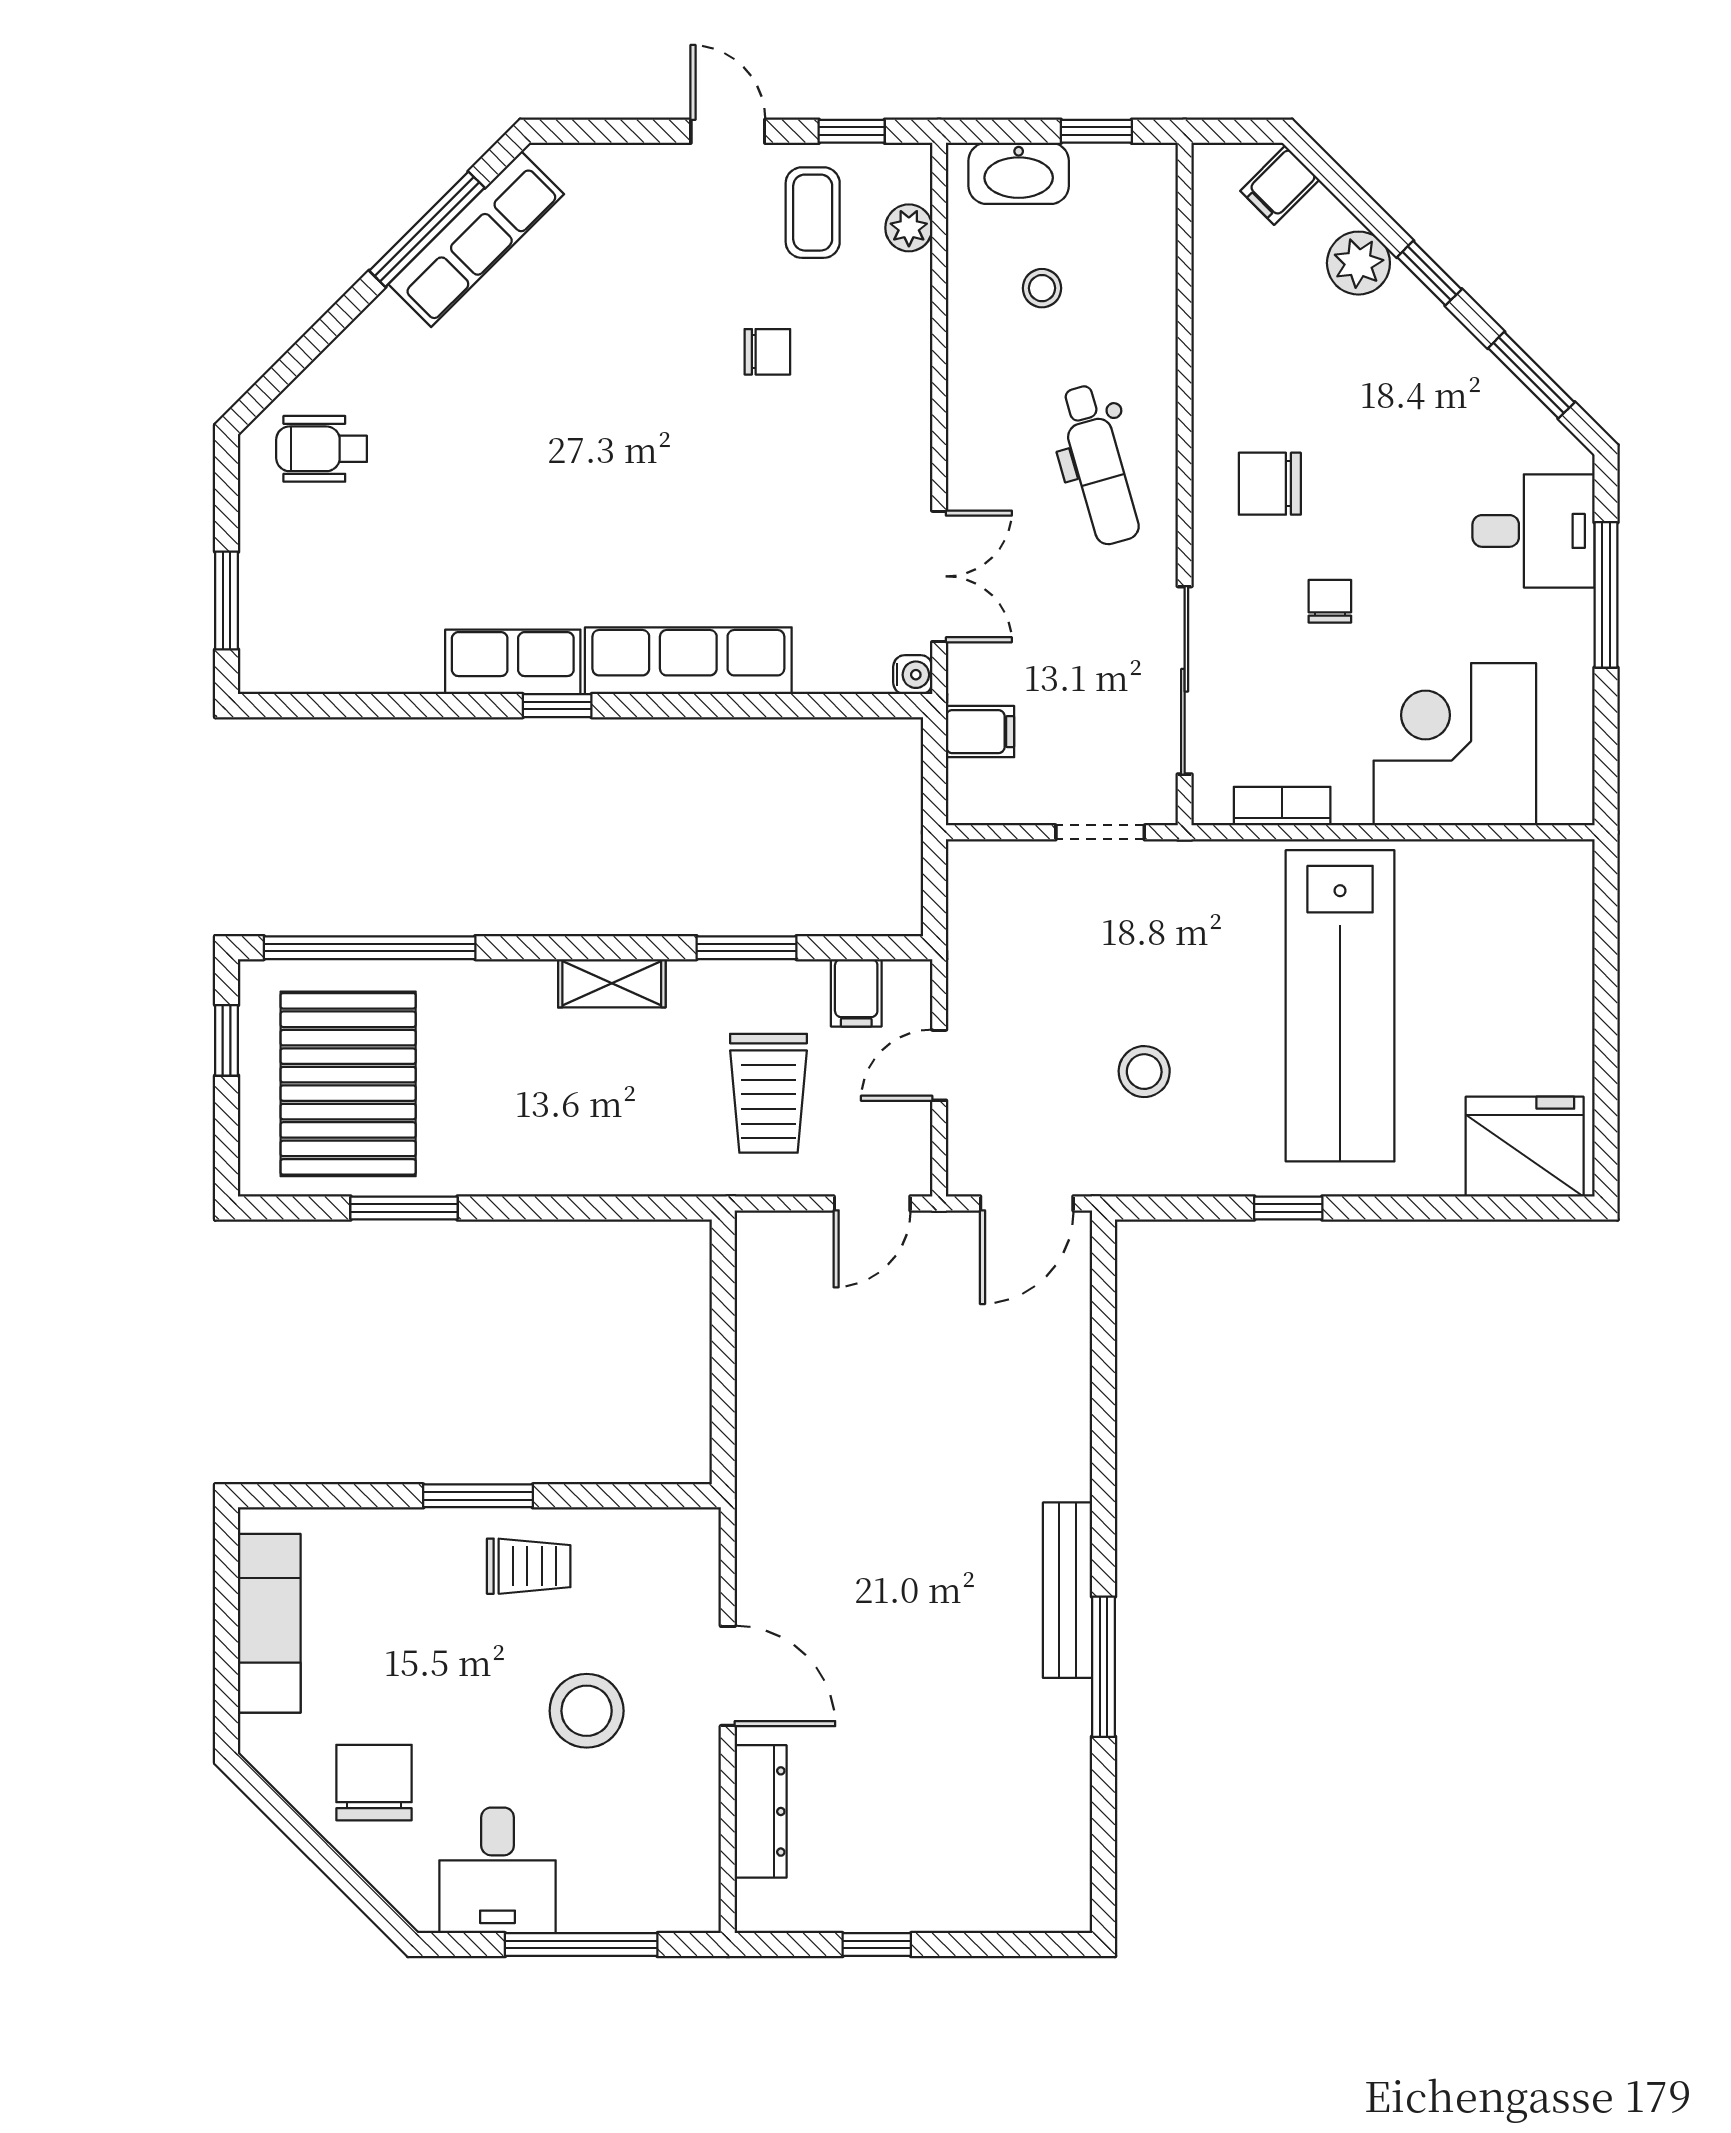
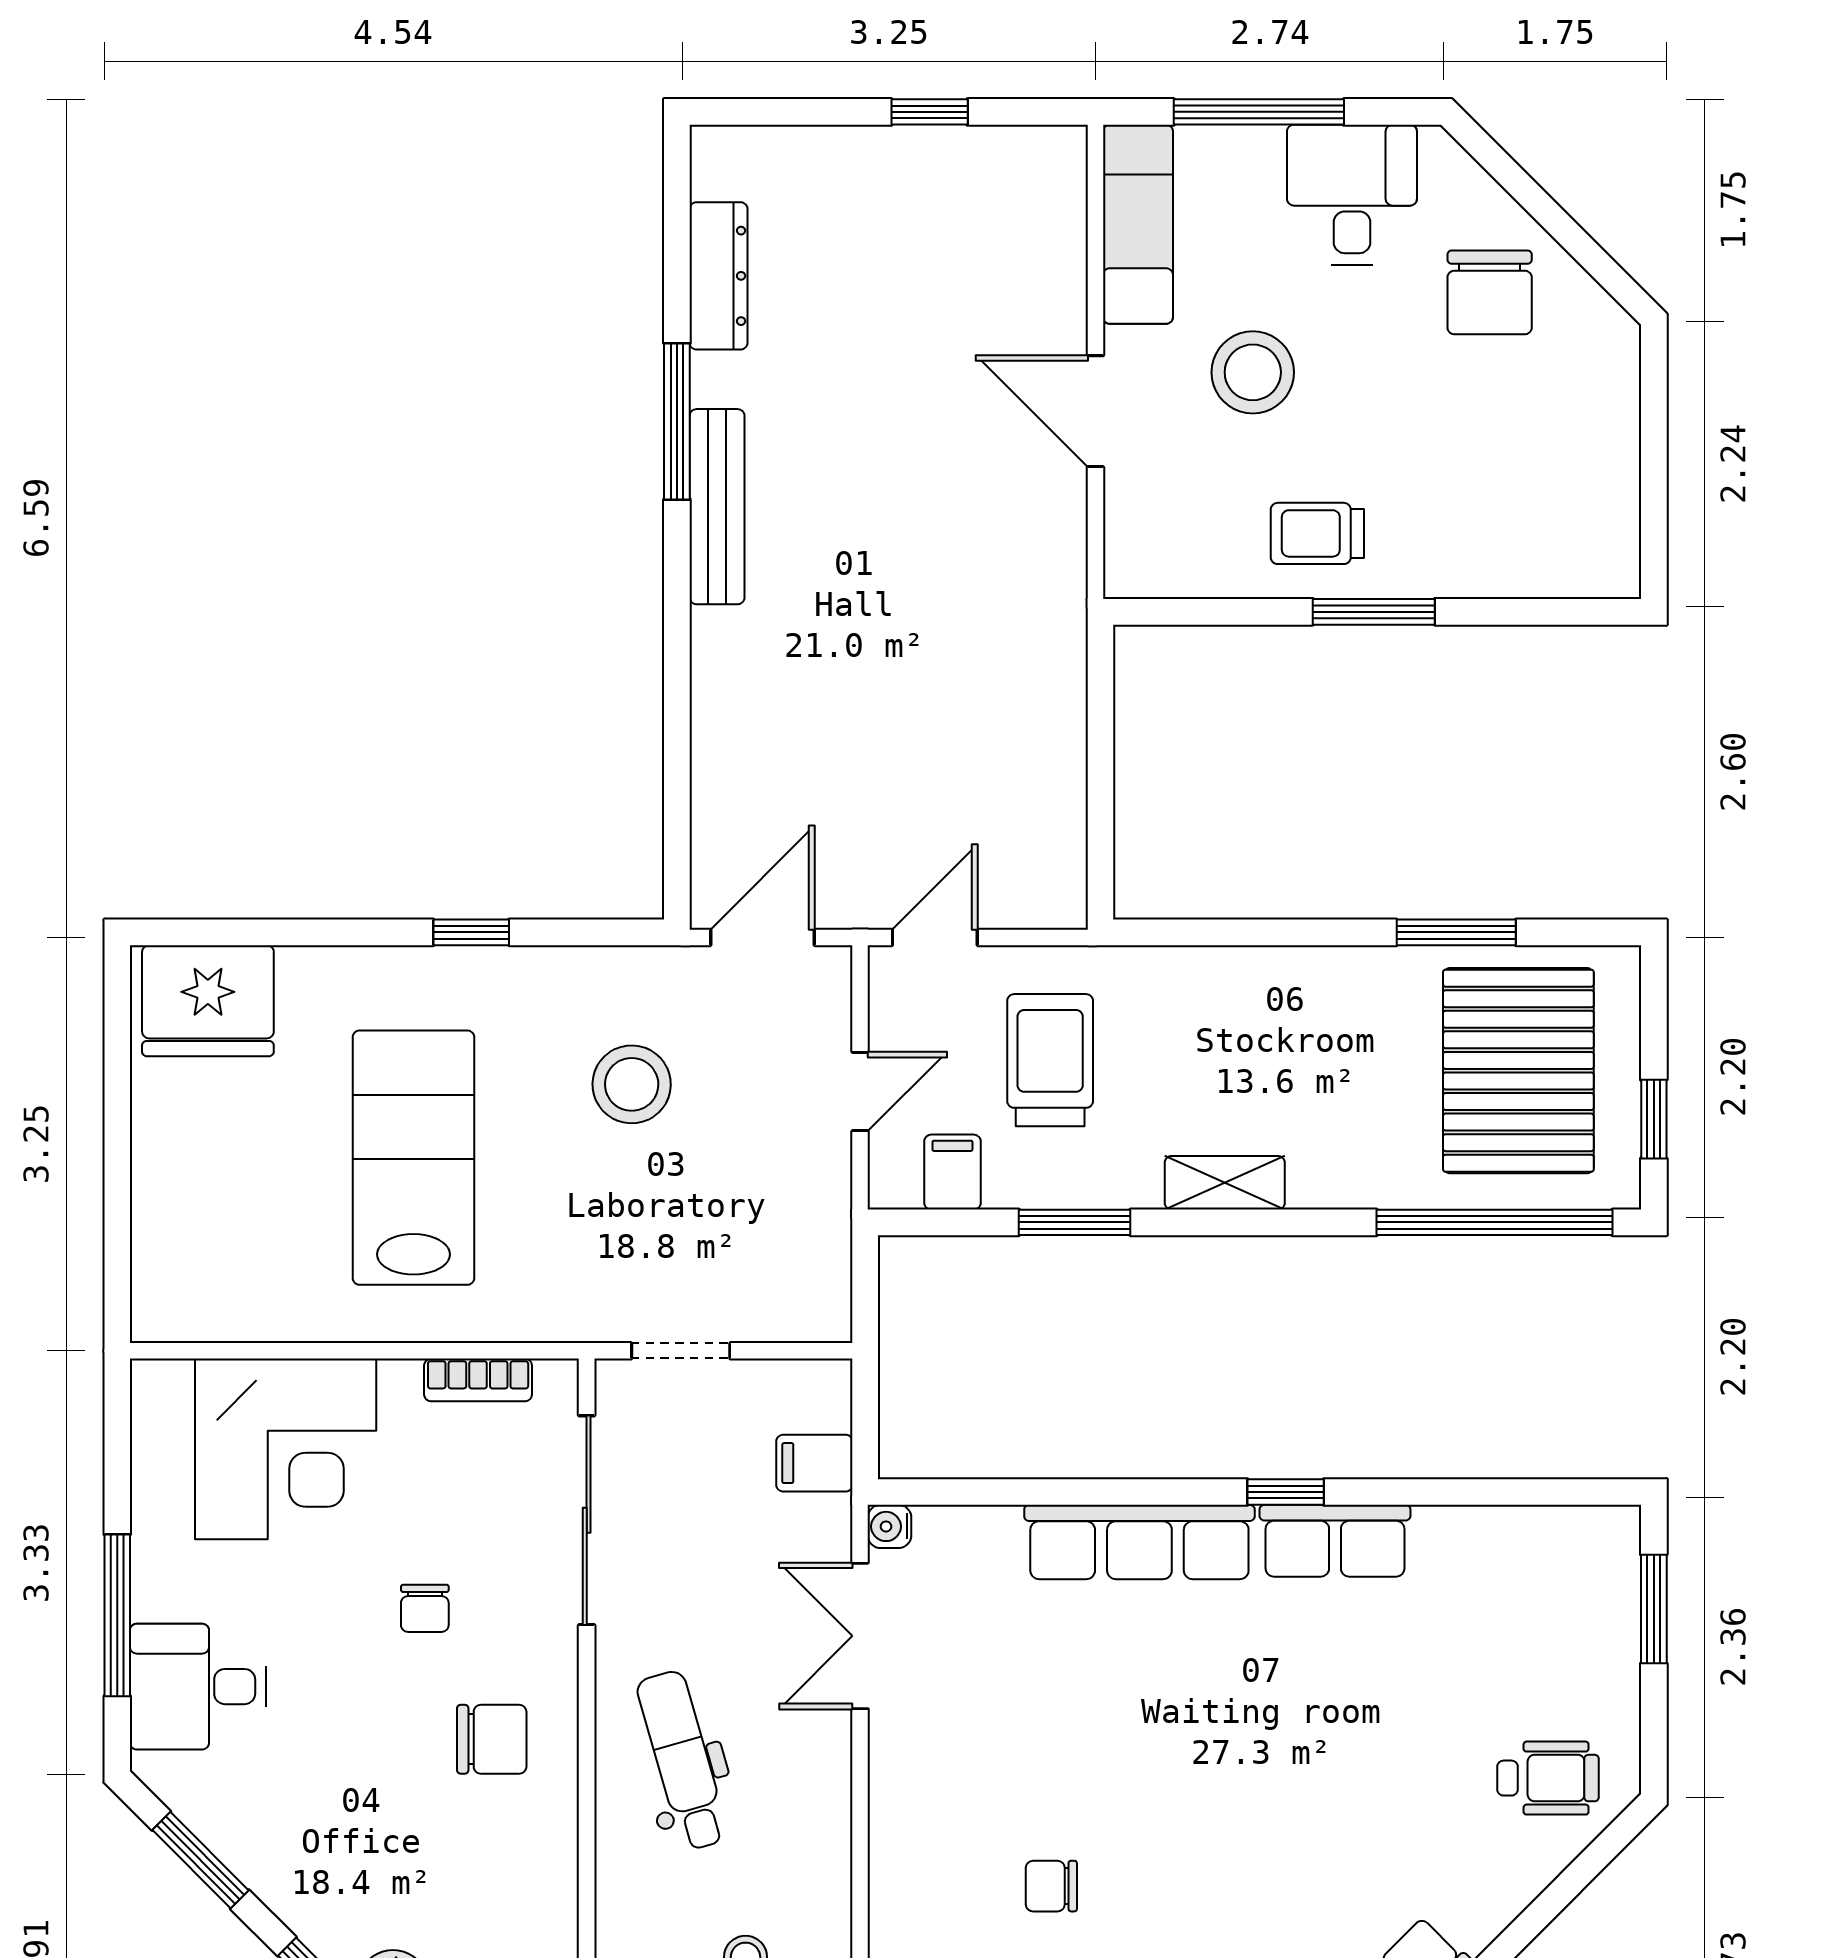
lab bench: (1340, 1006) -> (413, 1158), width x0.73
stool: (1144, 1072) -> (632, 1084), width x1.38, depth x1.38
exam couch: (269, 1623) -> (1138, 224), moved, turned 180
dresser: (761, 1811) -> (719, 276), moved, turned 180

